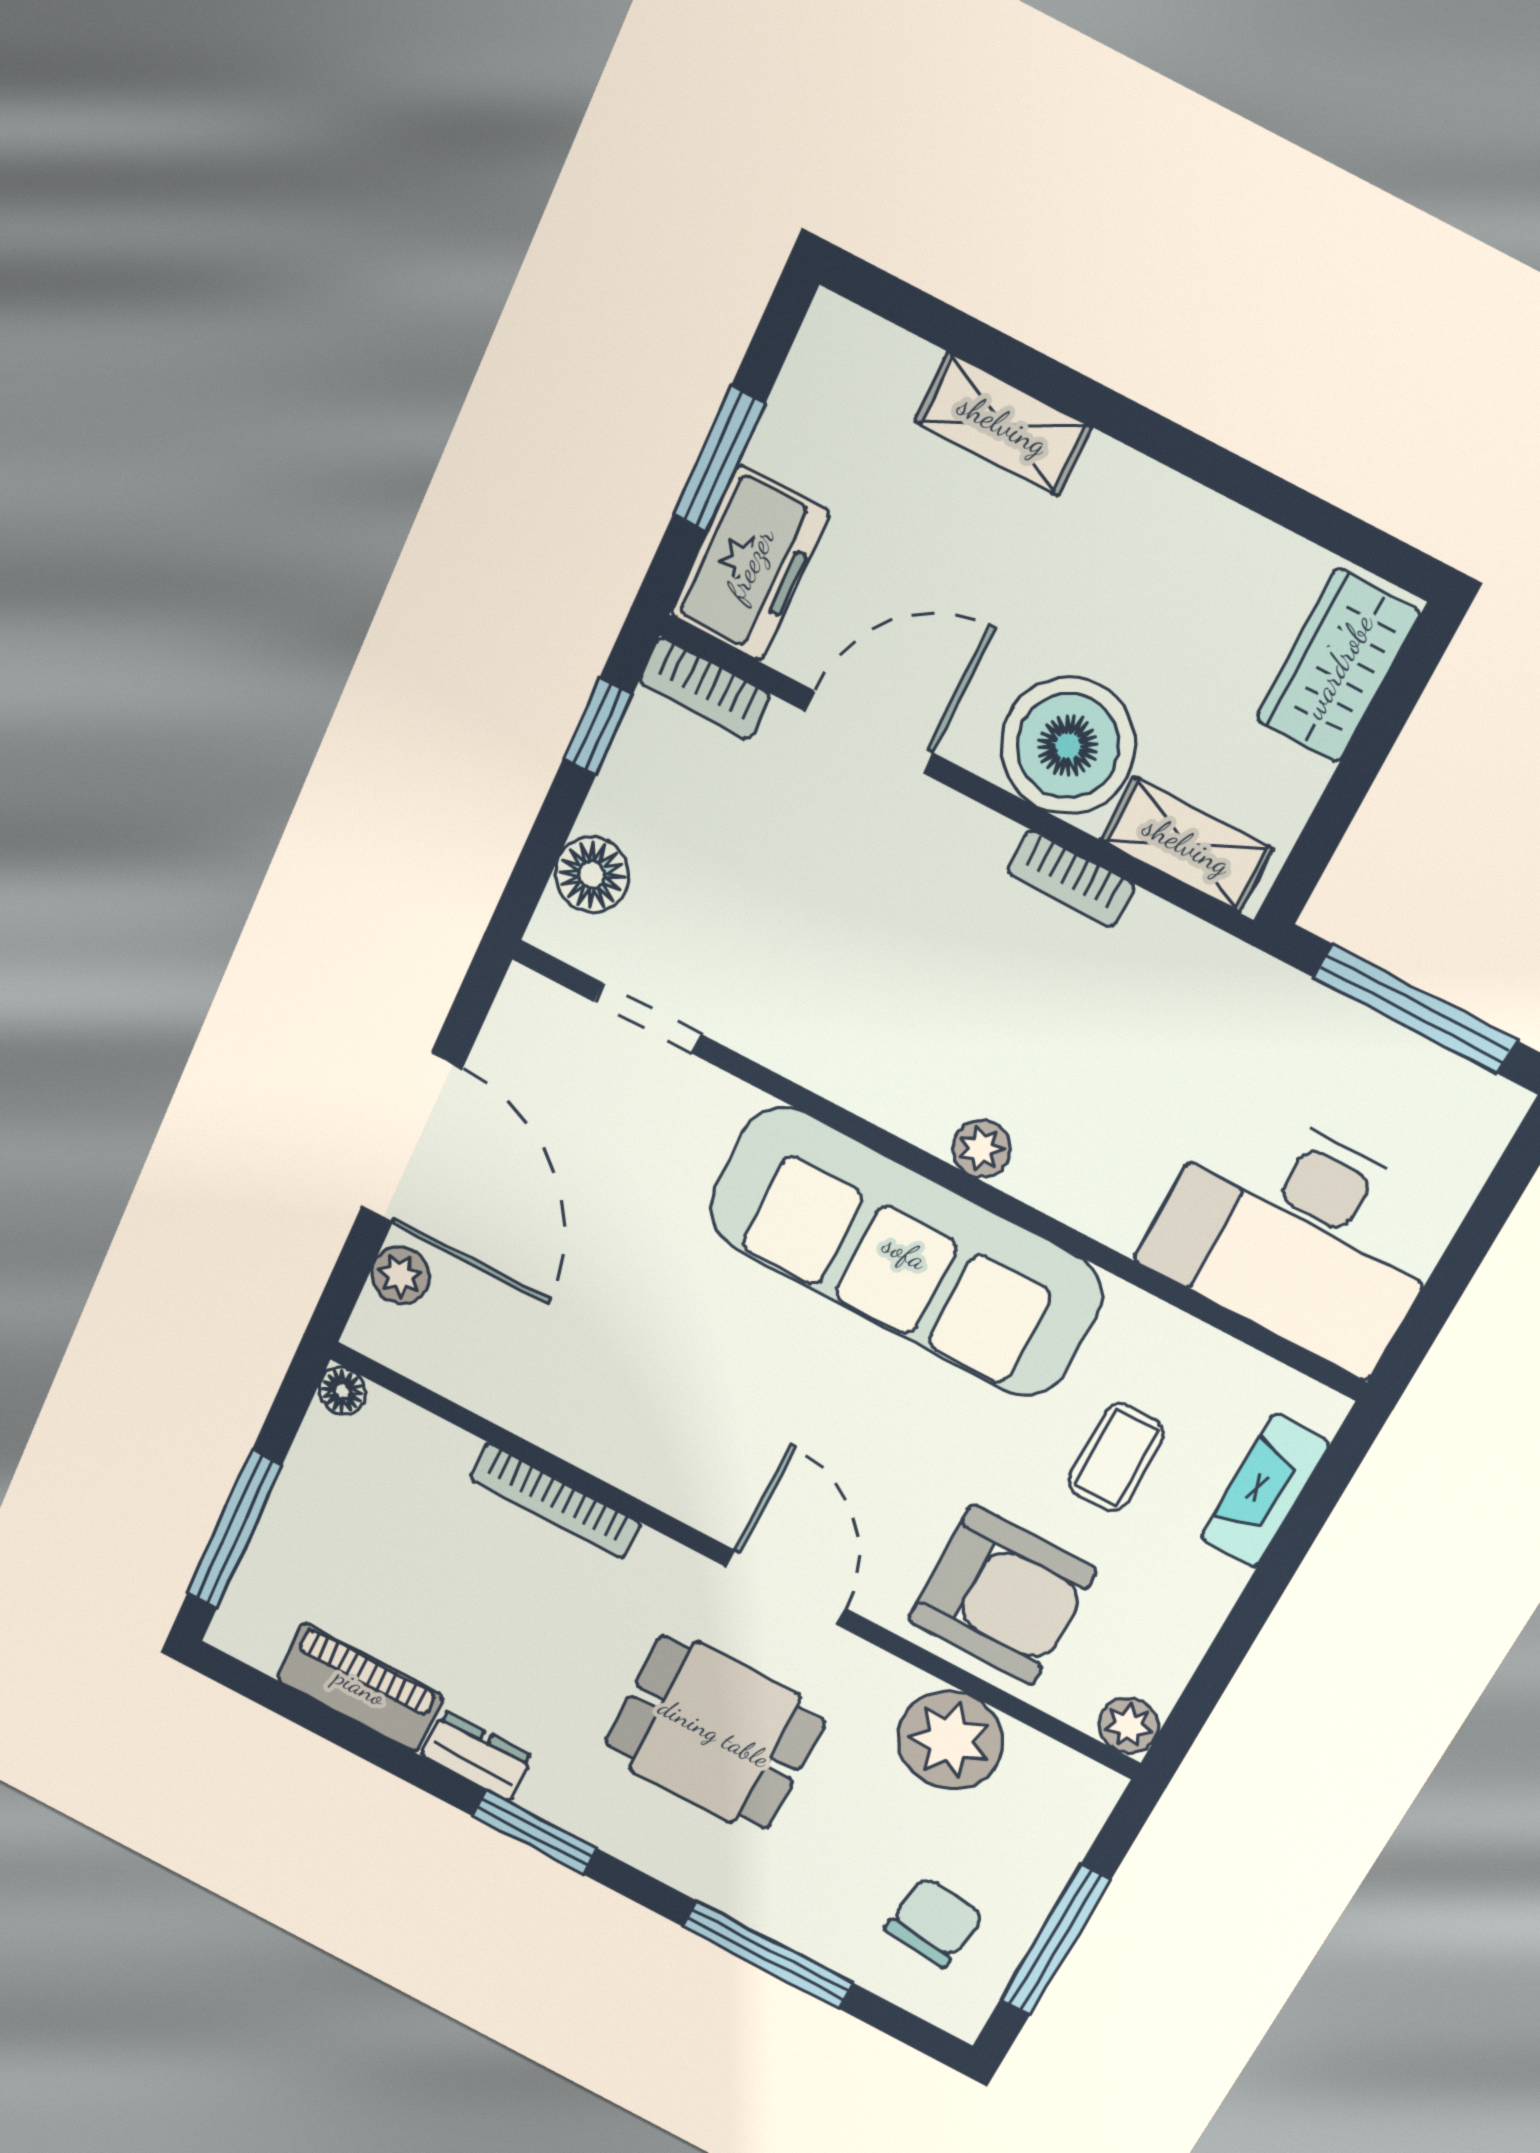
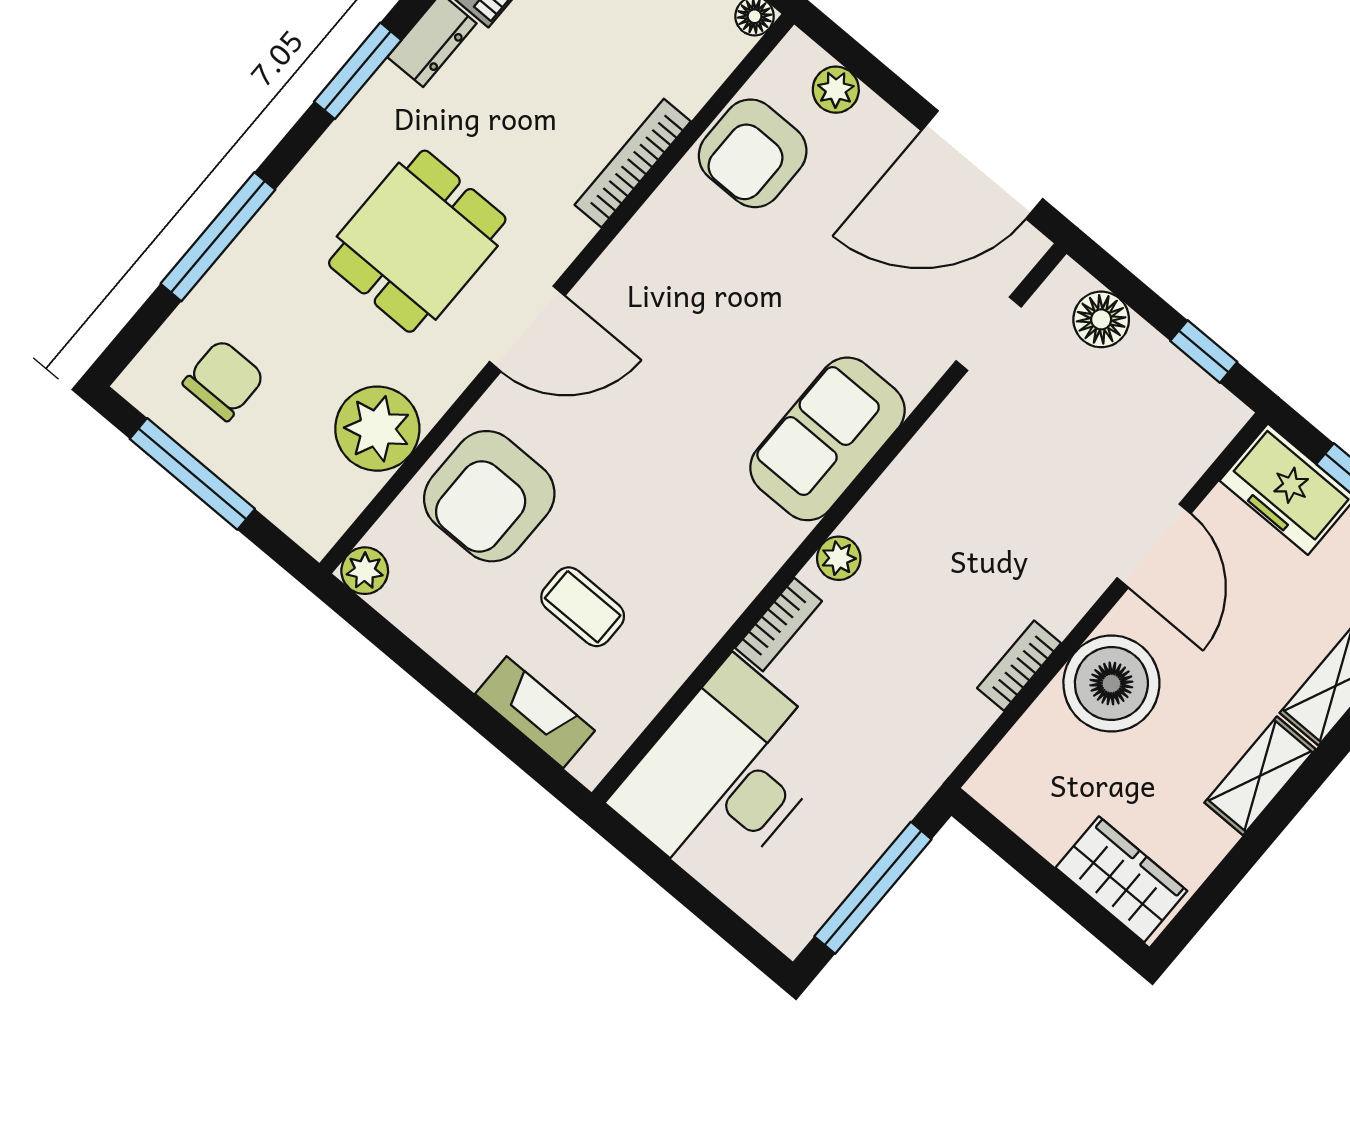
bookcase: (705, 688) -> (778, 624), moved, turned 180
shelving: (1187, 845) -> (1260, 776), moved
door: (411, 1138) -> (982, 165), moved
sofa: (905, 1252) -> (828, 439), width x0.54, depth x0.79
armchair: (504, 1360) -> (753, 153), added
chair: (934, 1922) -> (224, 380), turned -97

